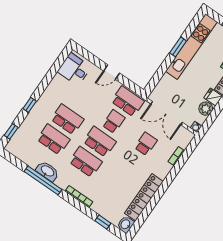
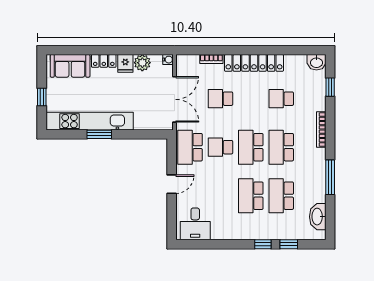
door: (112, 72) -> (172, 184), hinge flipped
window: (11, 131) -> (289, 244), moved
washbasin: (47, 171) -> (318, 217), moved
window: (43, 180) -> (330, 177), width x0.68
school desk: (118, 184) -> (281, 99), added
locker: (144, 197) -> (254, 63), moved

